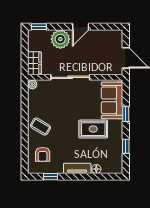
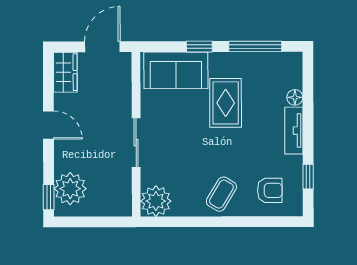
plant: (60, 39) -> (70, 189), moved
wardrobe: (34, 63) -> (65, 72), moved, turned 90
sliding door: (70, 77) -> (136, 143), width x0.73
plant: (32, 84) -> (156, 201), width x1.88, depth x1.88
window: (126, 146) -> (255, 46), width x2.17

